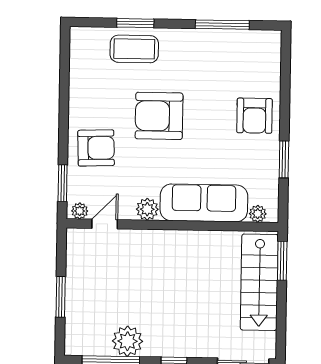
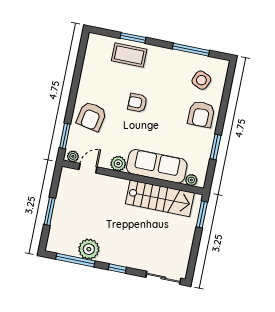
side table: (246, 66) -> (201, 80), added
armchair: (159, 116) -> (137, 103), width x0.53, depth x0.53
armchair: (96, 148) -> (91, 116), turned 103
stairs: (259, 282) -> (160, 198), moved, turned -90

